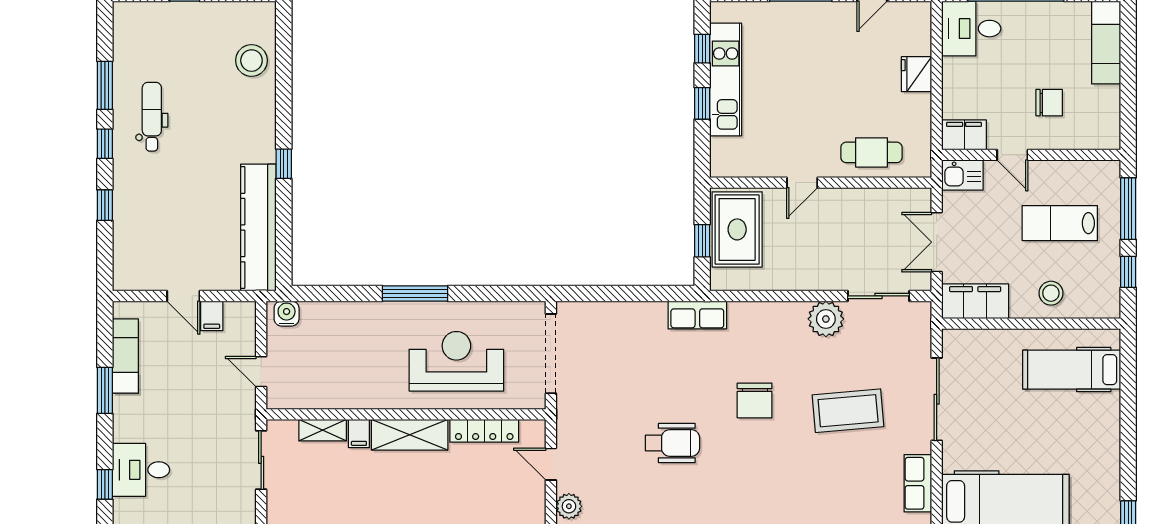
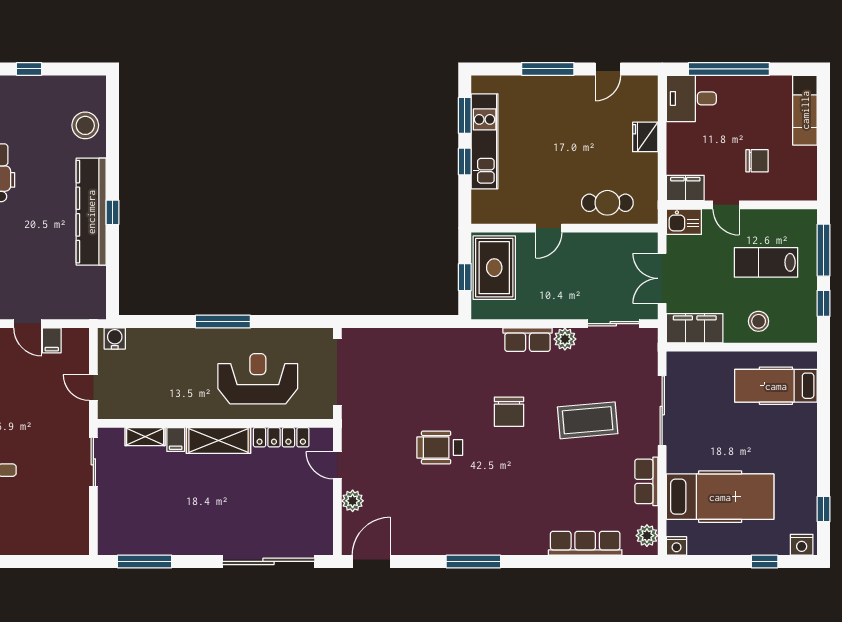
window: (702, 49) -> (465, 115), width x1.50
kitchen counter: (258, 228) -> (91, 212), moved
row of seats: (697, 315) -> (528, 340), moved
plant: (826, 319) -> (565, 339), width x0.73, depth x0.73
wheelchair: (672, 443) -> (440, 447), turned 180

